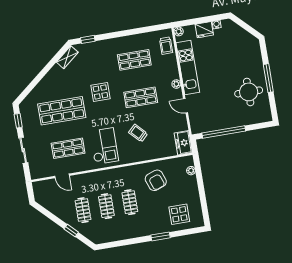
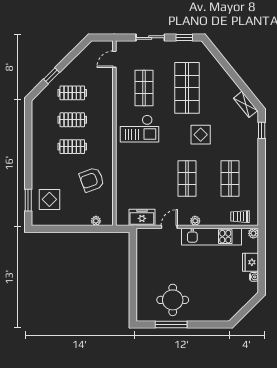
window: (268, 78) -> (171, 324), moved
window: (224, 132) -> (133, 265), removed
trolley: (138, 133) -> (148, 169), removed
freezer: (183, 143) -> (142, 217), moved
door: (62, 176) -> (114, 59), moved
window: (161, 236) -> (28, 200), moved

